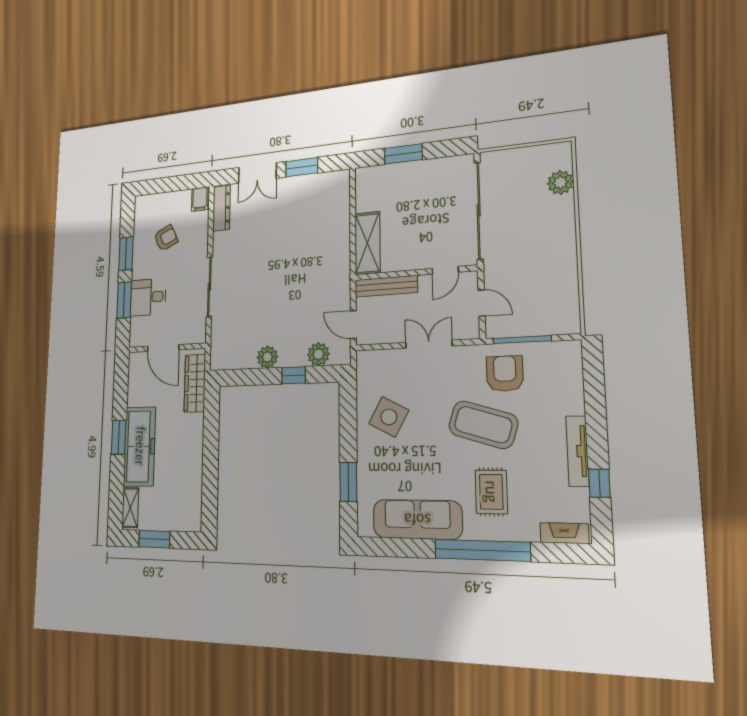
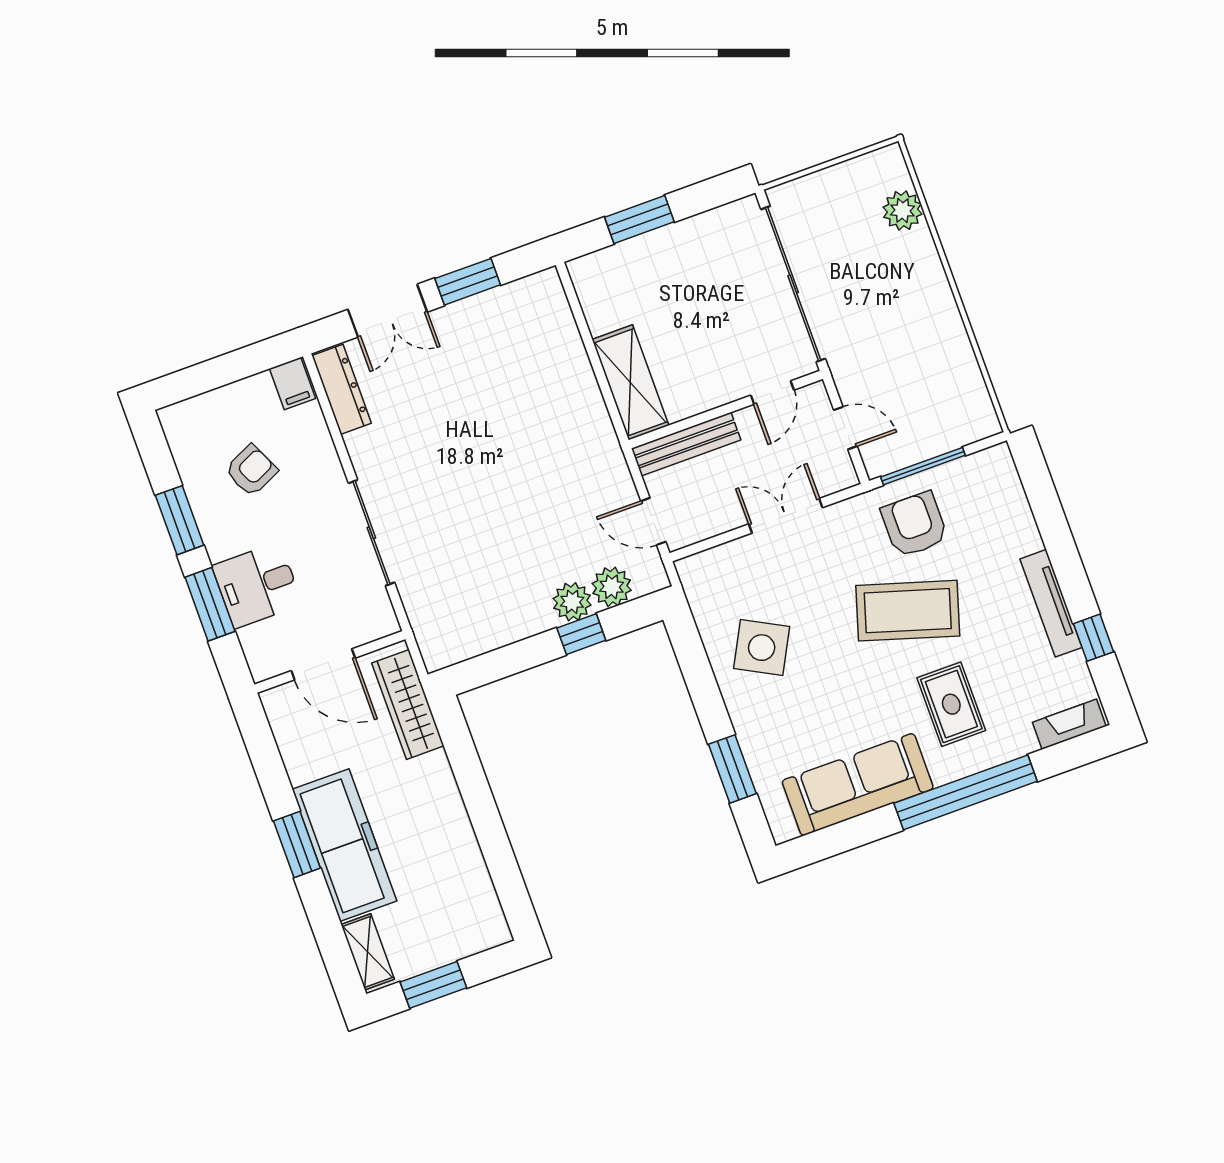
plant: (267, 357) -> (572, 602), moved

